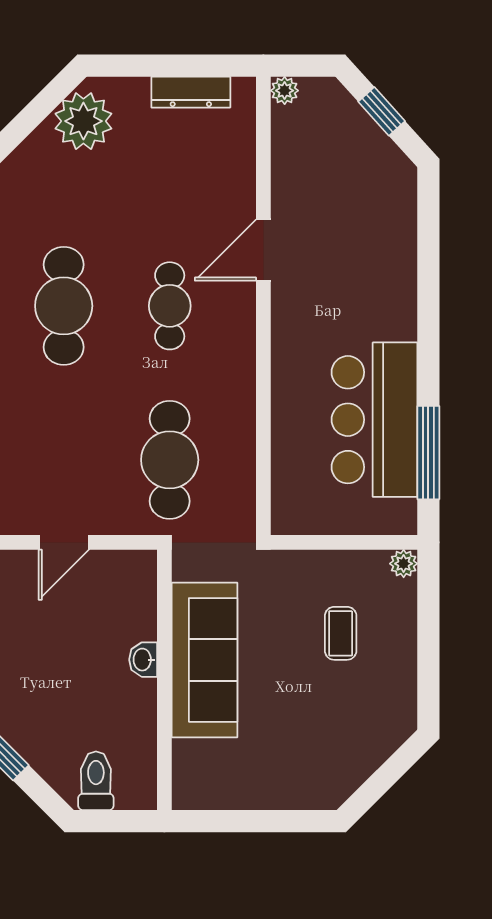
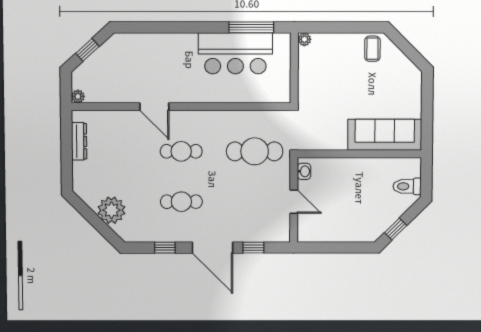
plant: (83, 121) -> (111, 210), moved
cafe table: (64, 306) -> (181, 202), width x0.73, depth x0.74
coffee table: (341, 633) -> (372, 49), moved, turned 90
washbasin: (143, 660) -> (304, 171), moved, turned -90
sofa: (205, 660) -> (385, 135), moved

